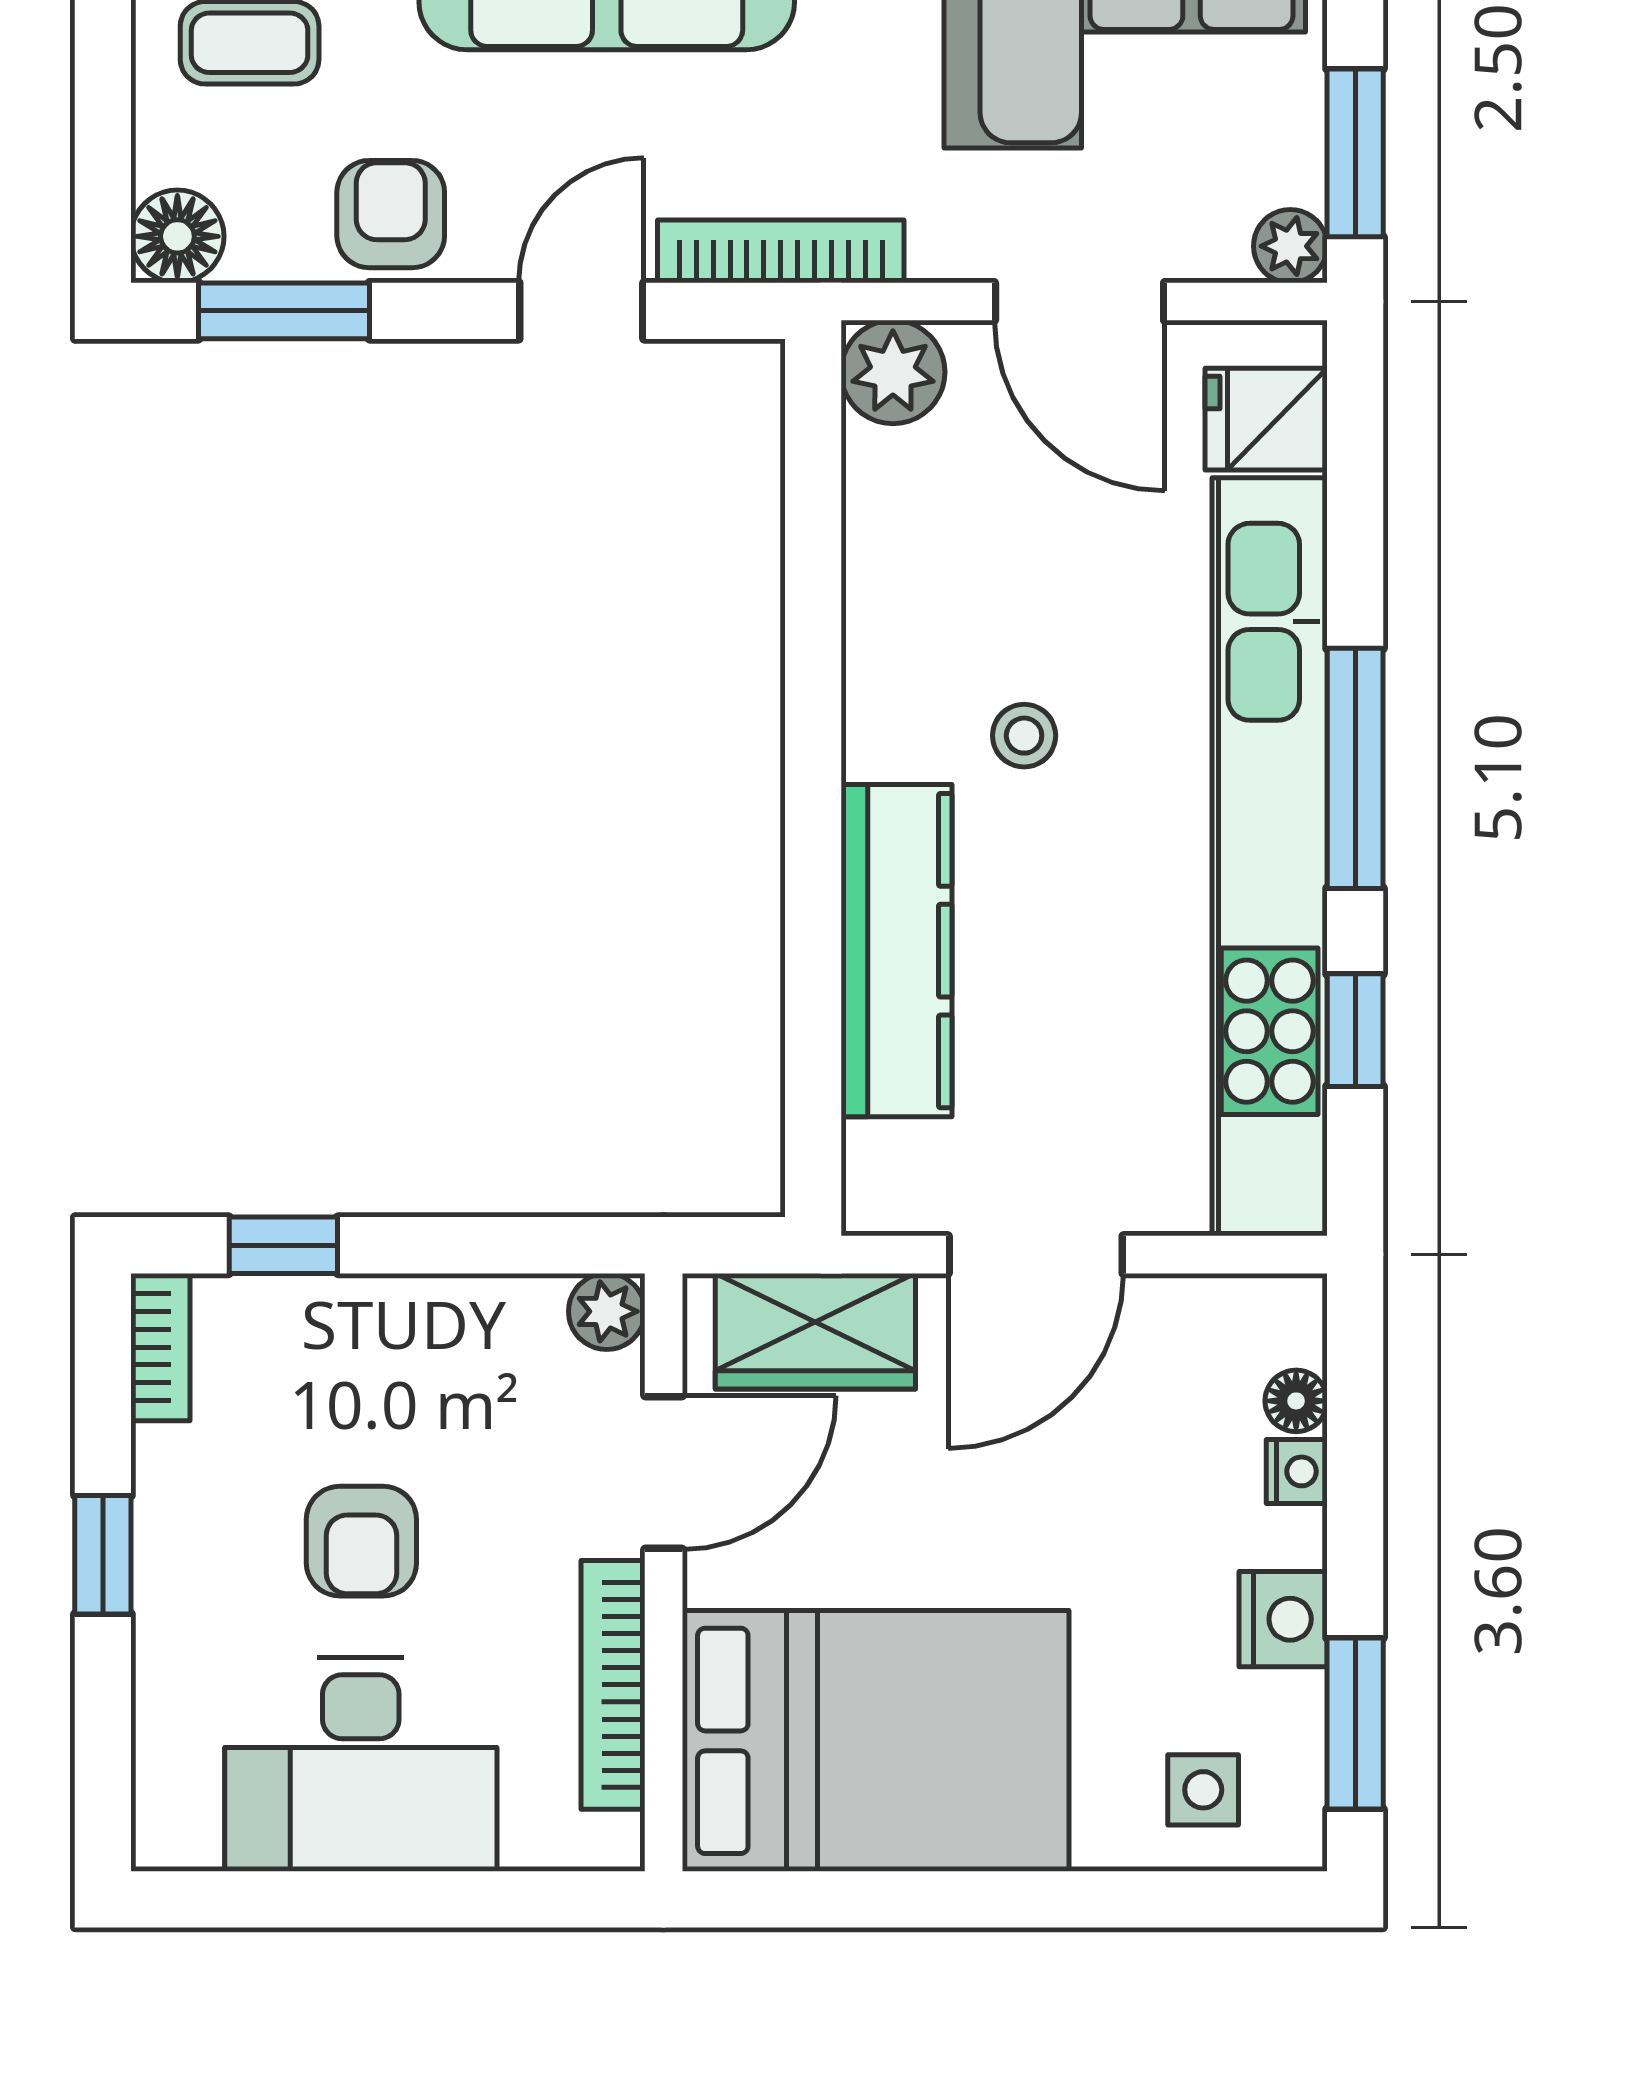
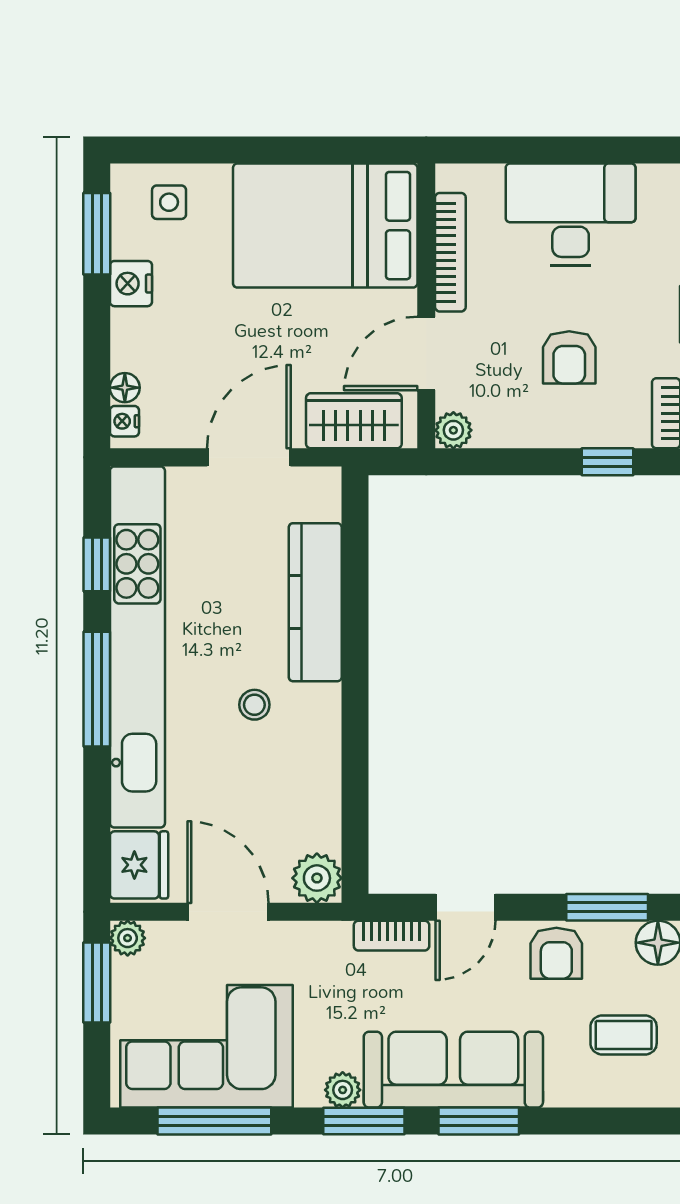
bookcase: (781, 251) -> (392, 936), width x0.64
fridge: (1266, 419) -> (139, 865), width x1.38
nightstand: (1297, 1471) -> (124, 421), moved
armchair: (361, 1541) -> (569, 357), moved, turned 180

